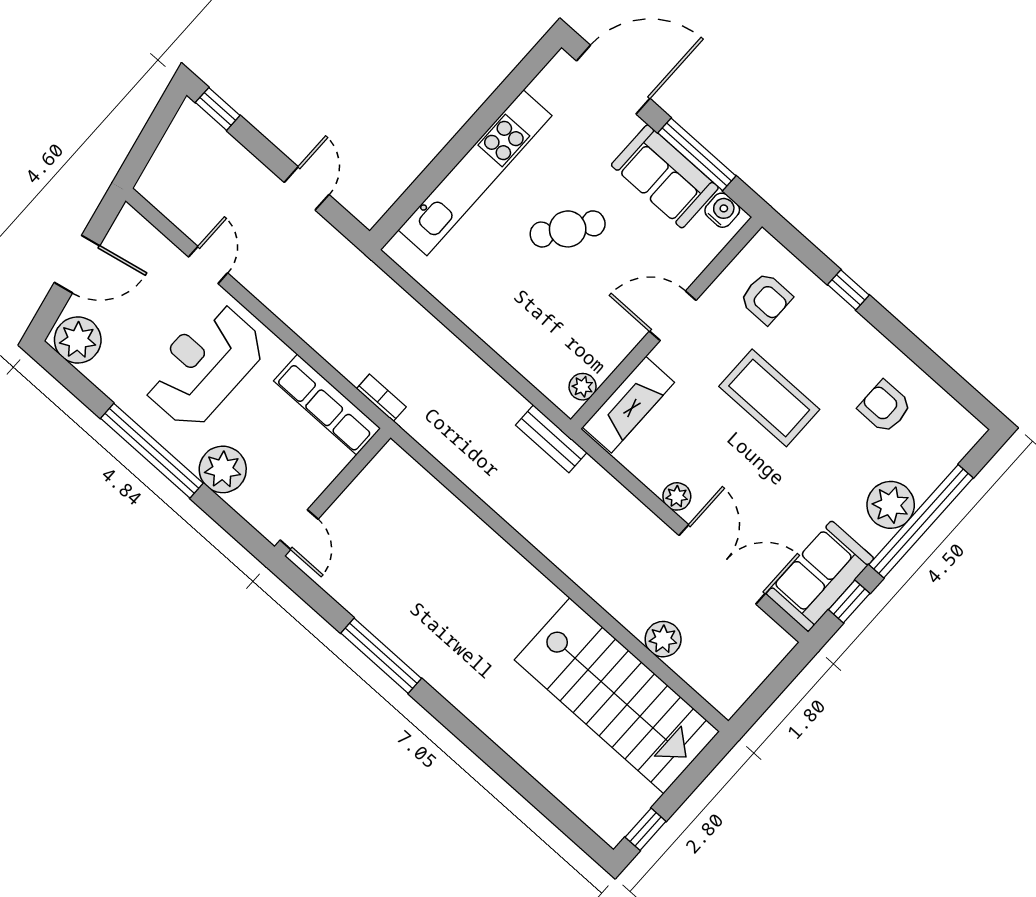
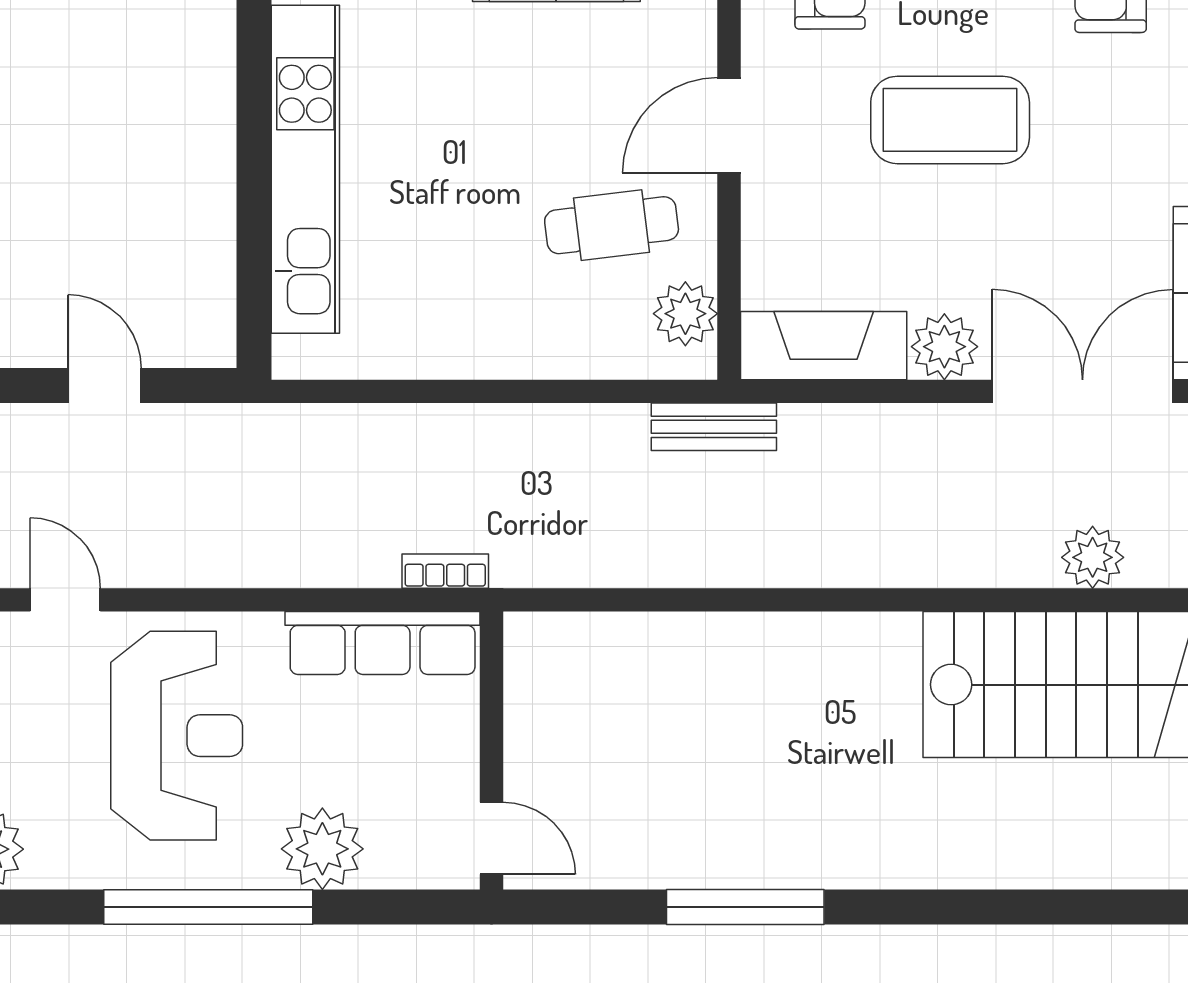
cafe table: (568, 229) -> (612, 225), moved, turned 47
reception desk: (204, 365) -> (177, 736), turned 180
plant: (583, 387) -> (685, 314), width x1.38, depth x1.38
fireplace: (628, 405) -> (824, 346), moved, turned -90
plant: (677, 496) -> (944, 347), width x1.38, depth x1.38

